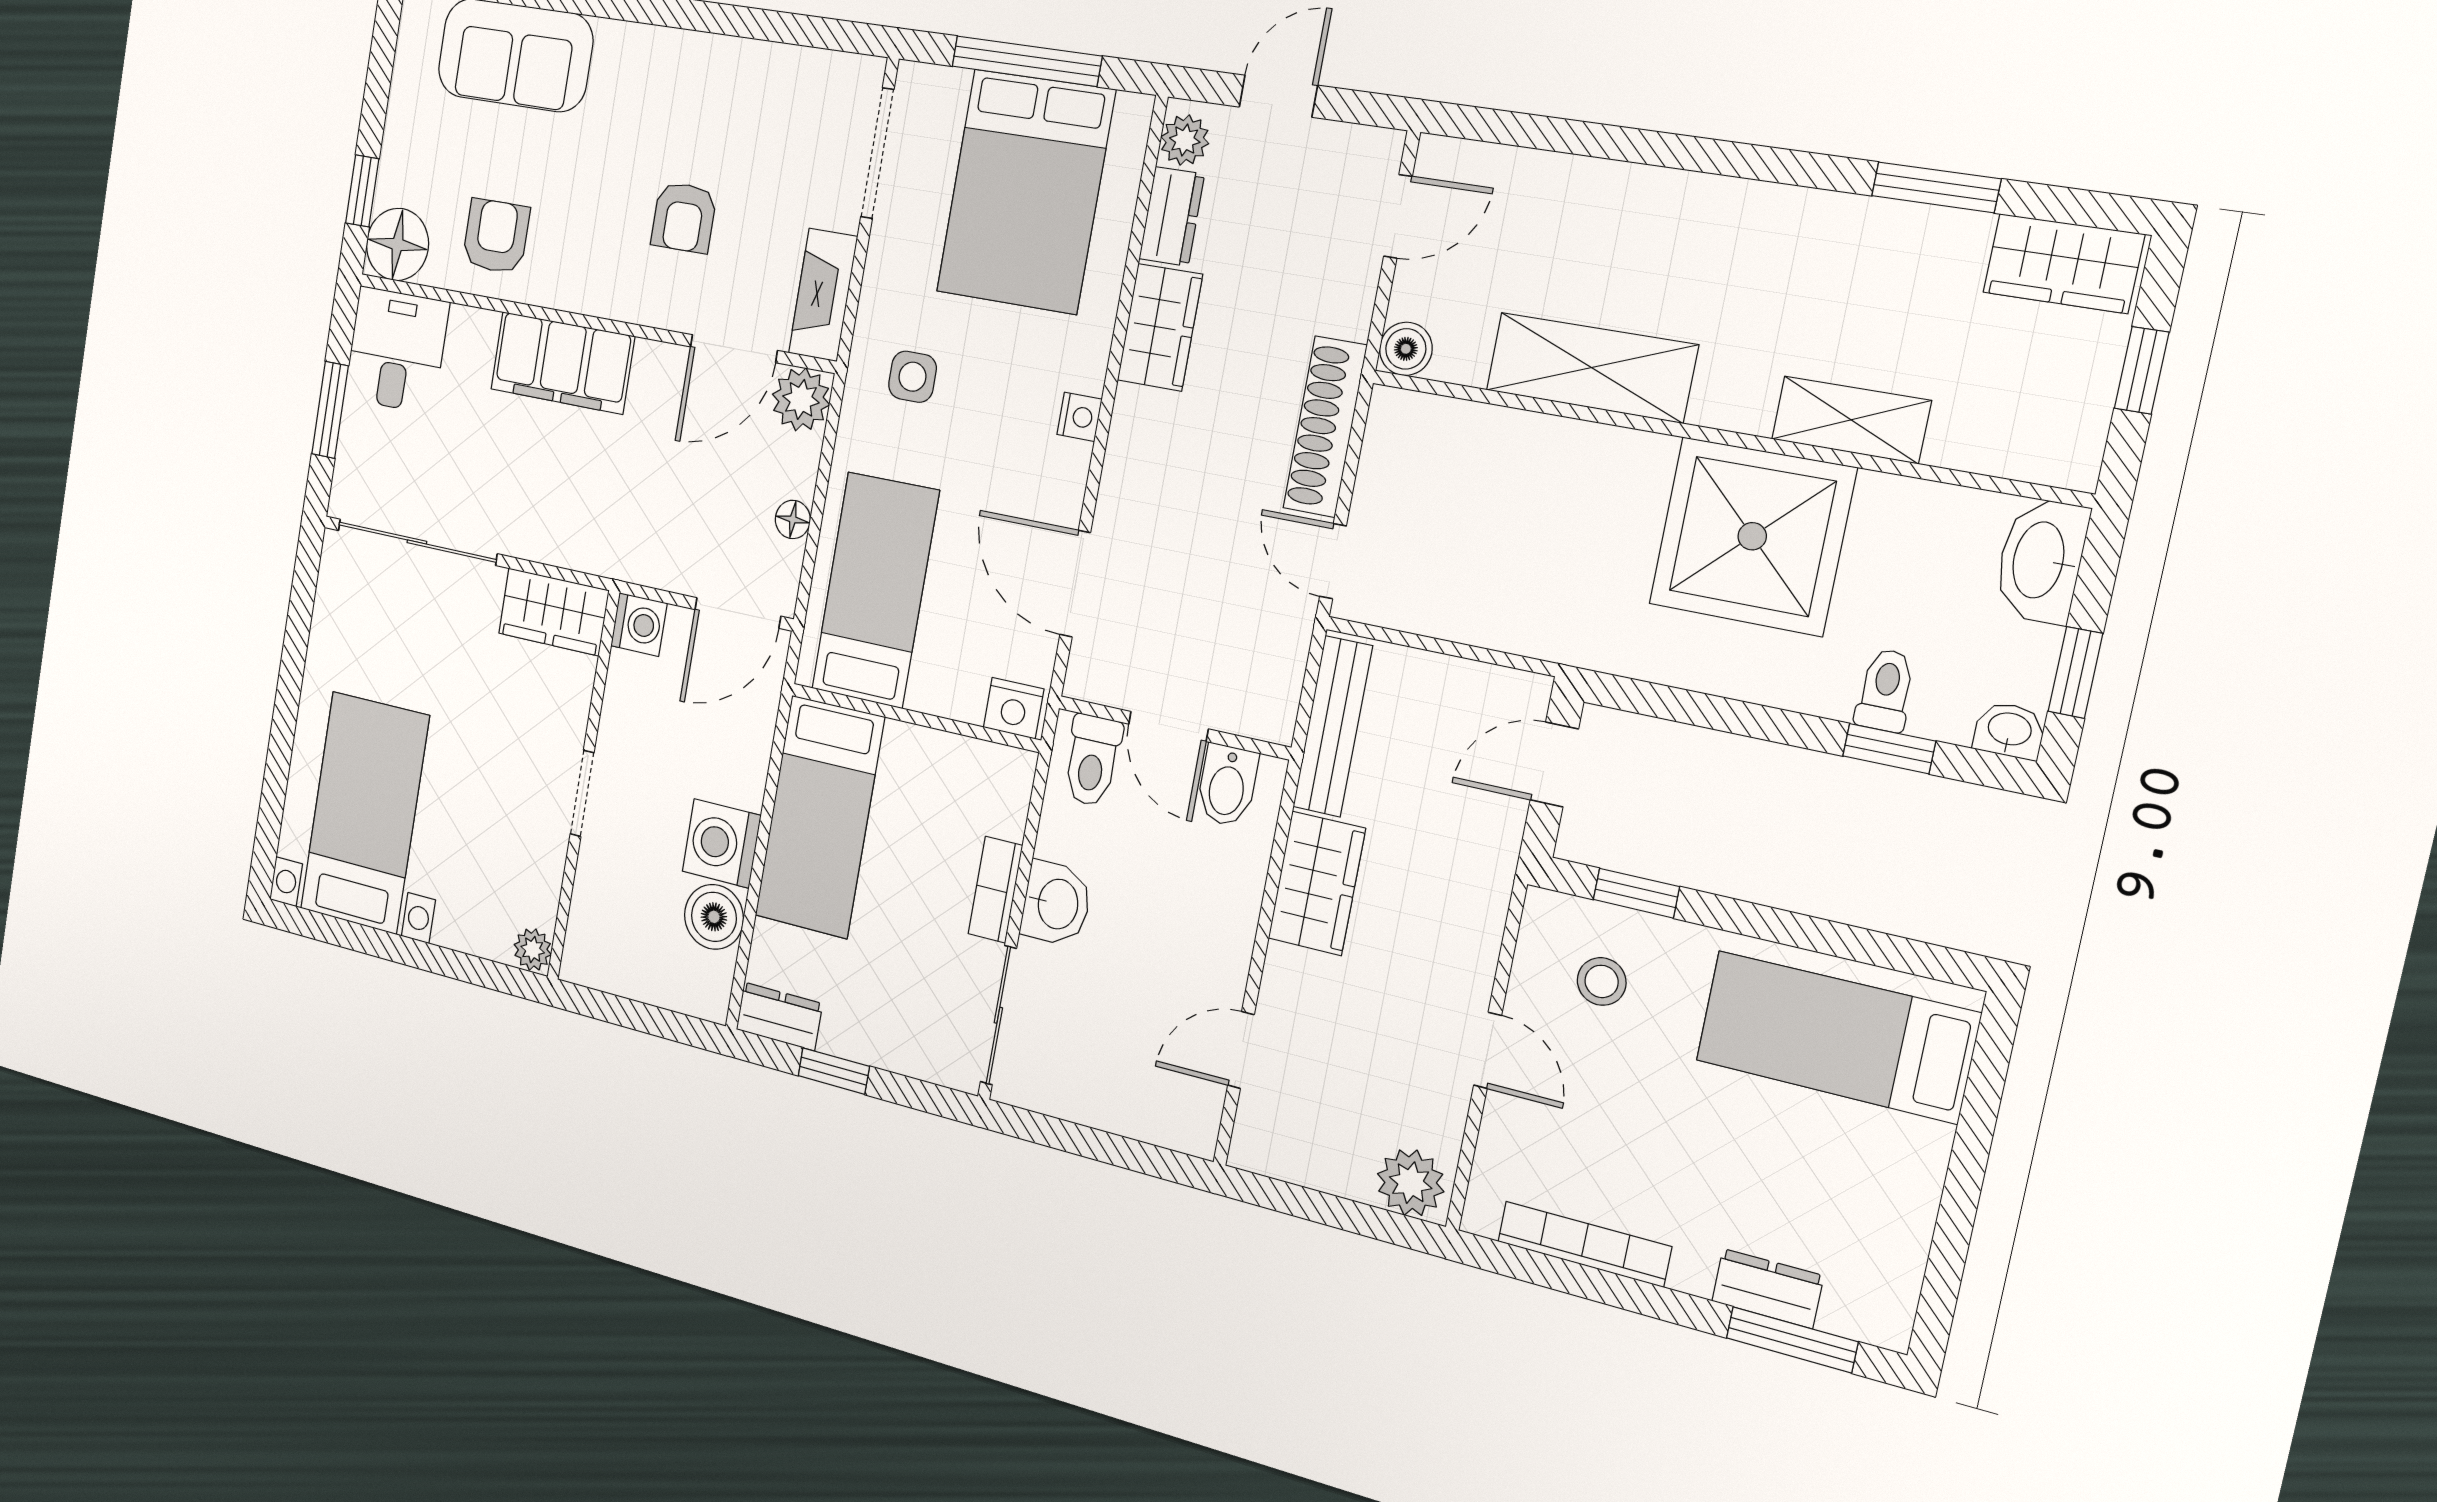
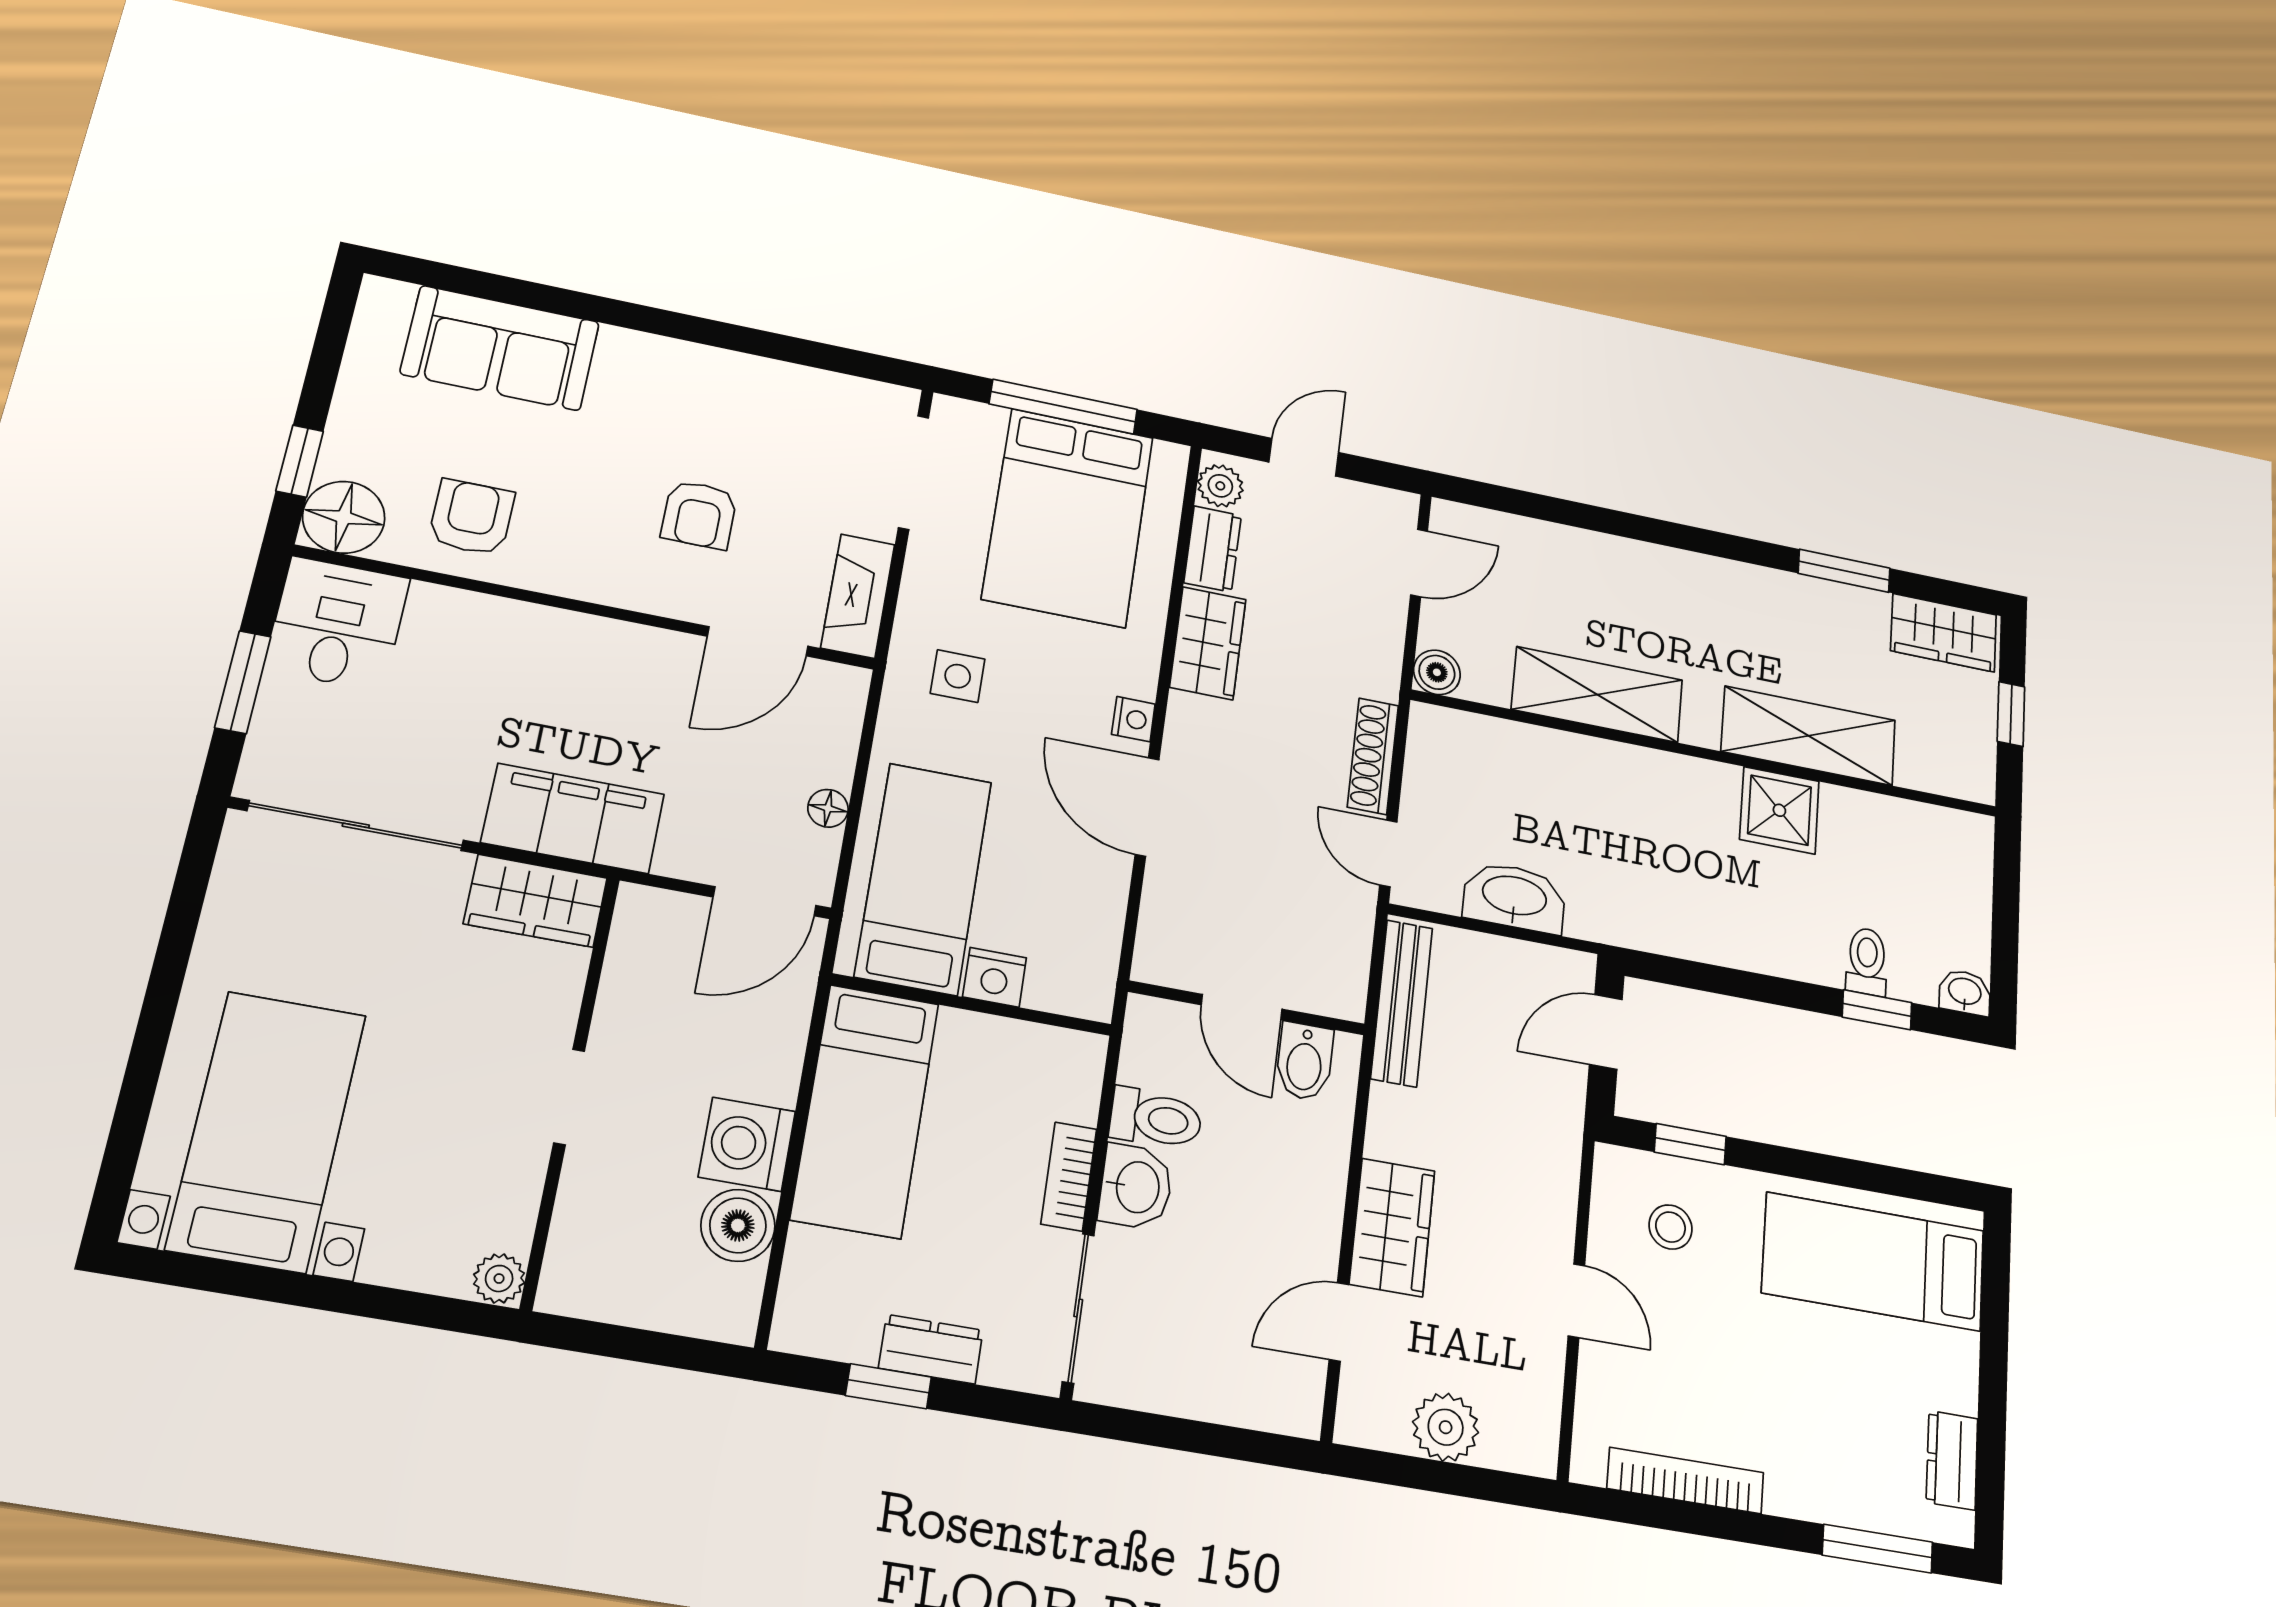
filing cabinet: (562, 363) -> (573, 818), moved, turned 180
plant: (801, 399) -> (835, 693), removed
shelving: (1851, 420) -> (1808, 736), width x1.50, depth x1.33
shoe rack: (1325, 427) -> (1373, 756), width x0.74, depth x0.81
shower: (1752, 536) -> (1779, 810), width x0.54, depth x0.54
washbasin: (2041, 560) -> (1514, 897), moved, turned 90
door: (1075, 584) -> (1147, 807), moved
washing machine: (639, 624) -> (644, 914), removed
window: (2075, 672) -> (2005, 945), removed
nightstand: (1014, 708) -> (995, 977), moved
toilet: (1092, 760) -> (1156, 1119), moved, turned -90
wardrobe: (1317, 883) -> (1392, 1227), moved
dresser: (779, 1016) -> (931, 1349), moved
plant: (1411, 1183) -> (1446, 1427), moved
dresser: (1768, 1288) -> (1952, 1460), moved, turned -90

